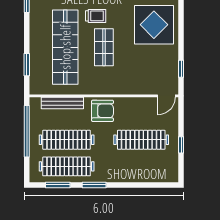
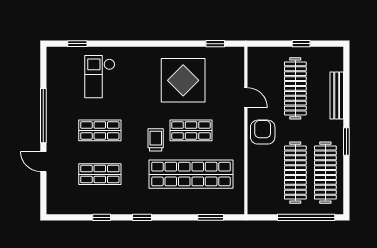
display table: (154, 25) -> (183, 80), moved
door: (166, 96) -> (246, 98), moved
bench: (62, 103) -> (337, 95), moved
window: (27, 131) -> (306, 217), moved
window: (58, 185) -> (346, 182), removed

